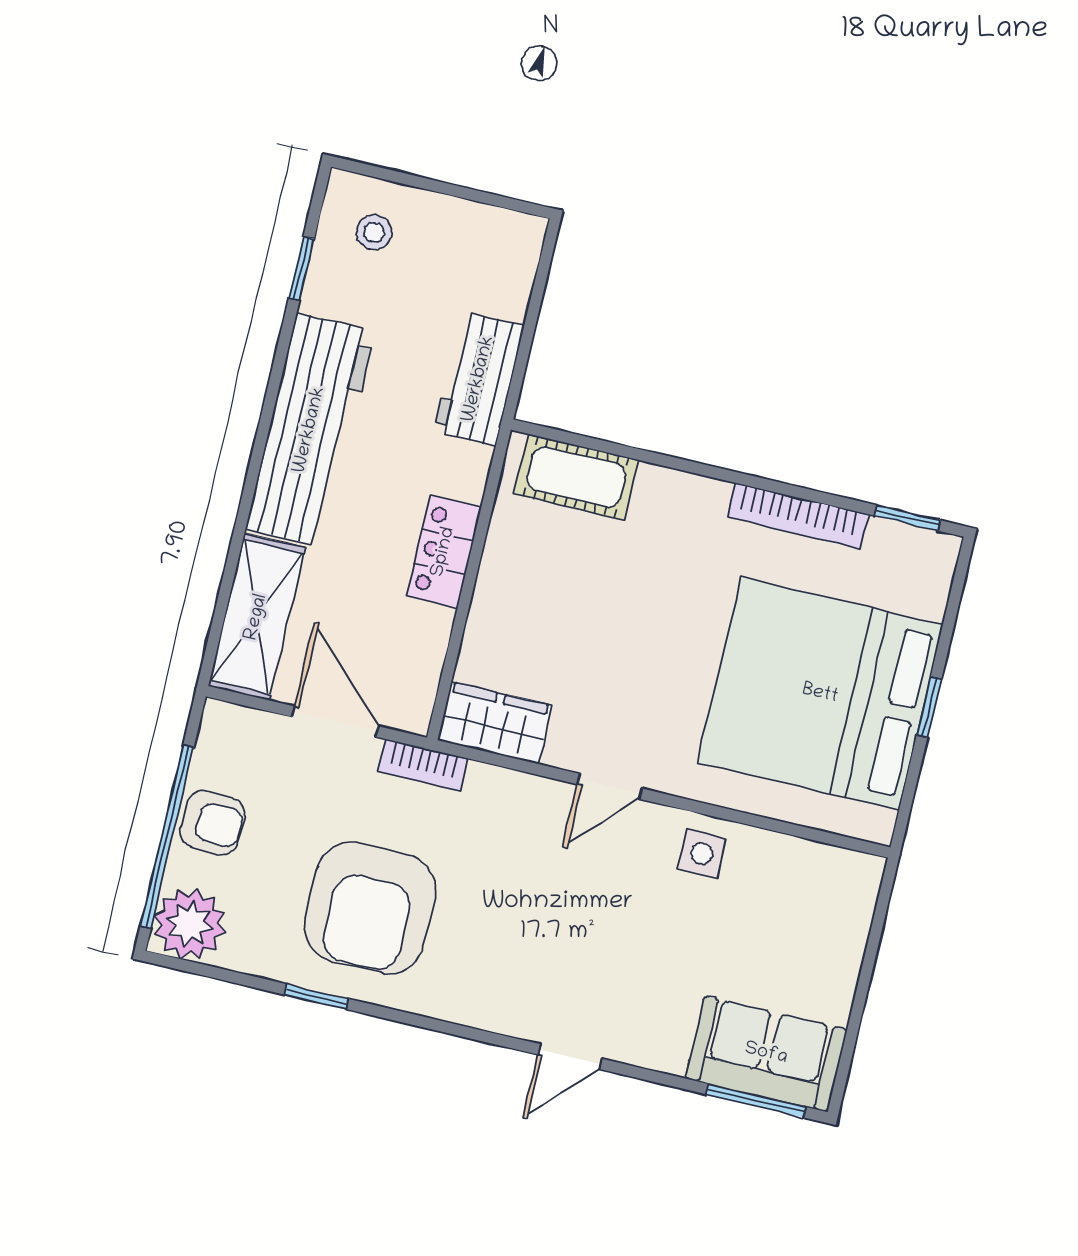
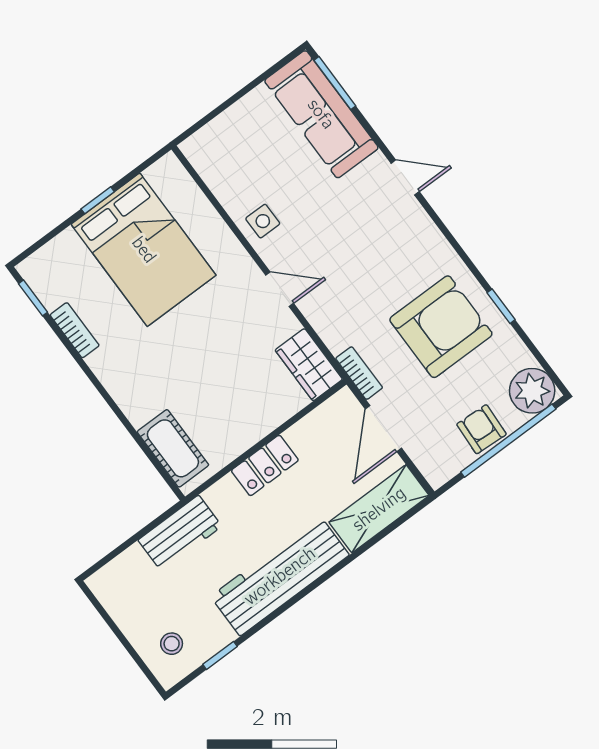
bookcase: (798, 516) -> (75, 330), width x0.64
bed: (820, 694) -> (144, 250), width x0.73
sofa: (766, 1054) -> (321, 114), width x1.36

